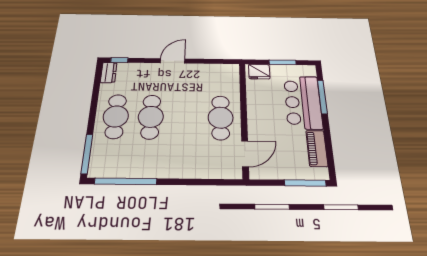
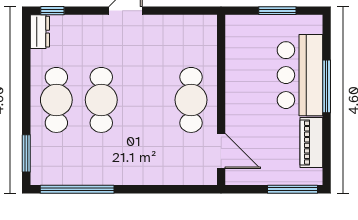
fridge: (259, 72) -> (244, 27), removed
window: (322, 97) -> (327, 86), moved
window: (87, 154) -> (26, 153), width x0.69
door: (245, 154) -> (221, 151), hinge flipped

